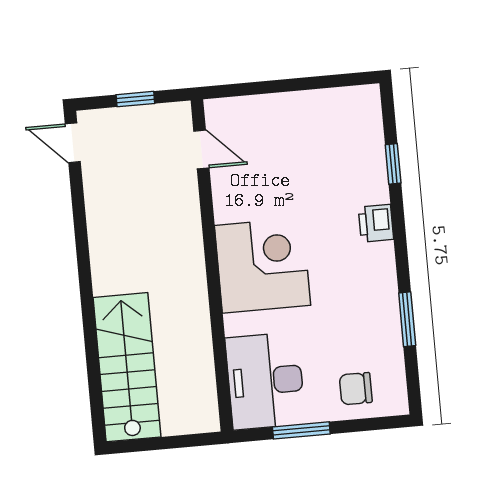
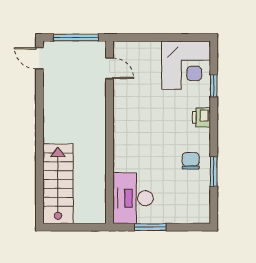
window: (135, 99) -> (76, 38), width x2.17
corner desk: (263, 265) -> (186, 65), moved, turned 90
chair: (356, 389) -> (191, 161), moved, turned 90

